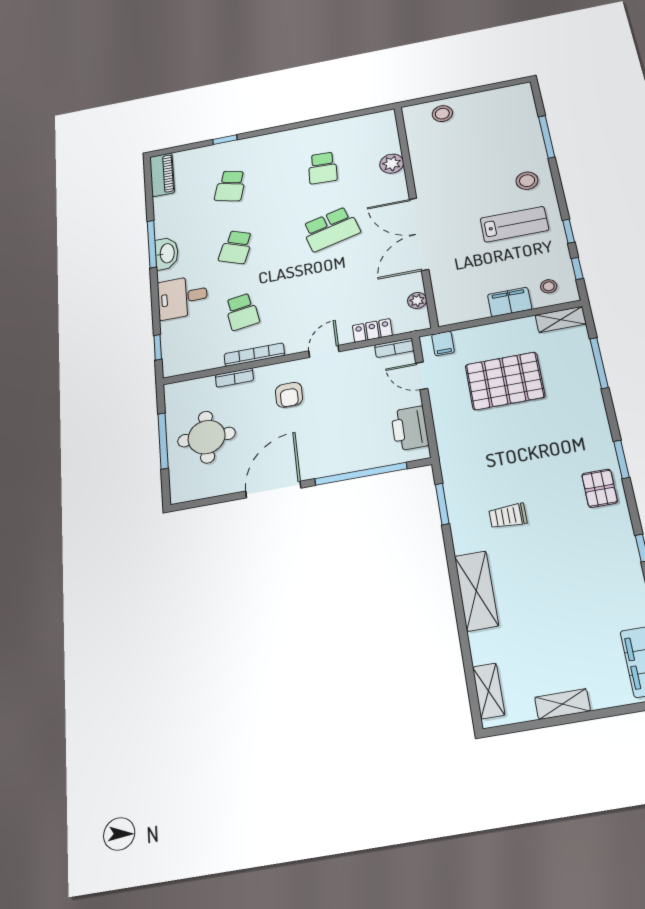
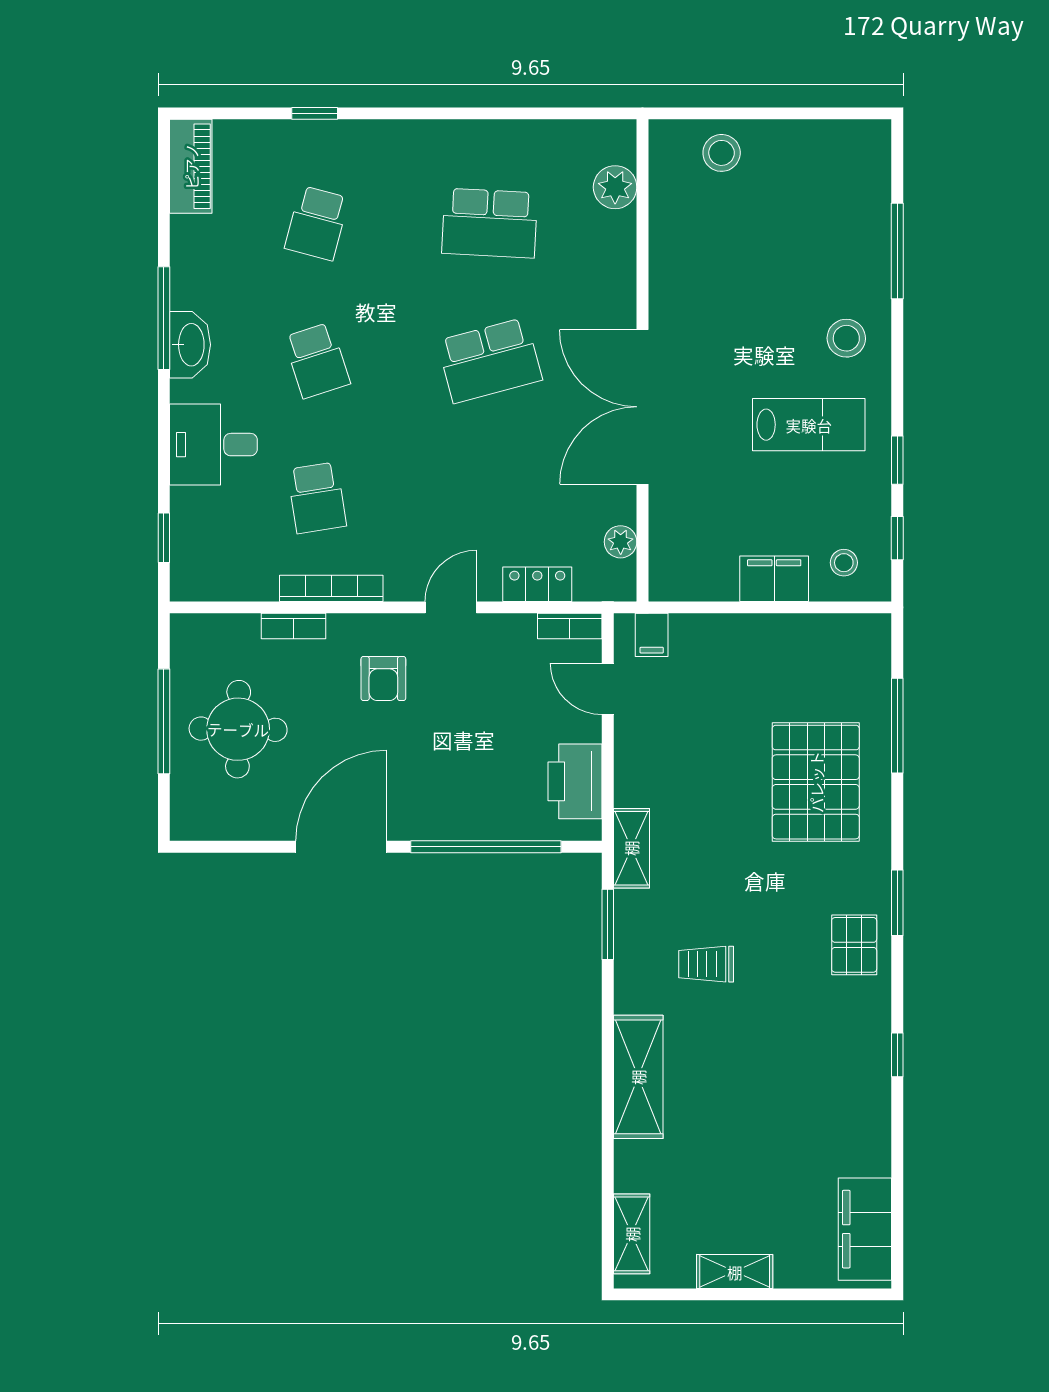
plant: (392, 164) -> (615, 187), moved
school desk: (323, 168) -> (490, 223), width x1.85
school desk: (236, 247) -> (317, 360), turned -39
shelving: (561, 320) -> (631, 848), moved, turned 90
pallet: (505, 381) -> (816, 782), moved, turned 90

